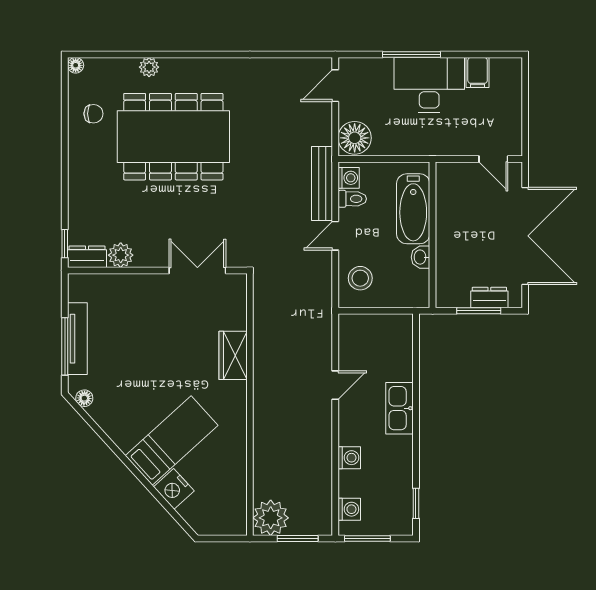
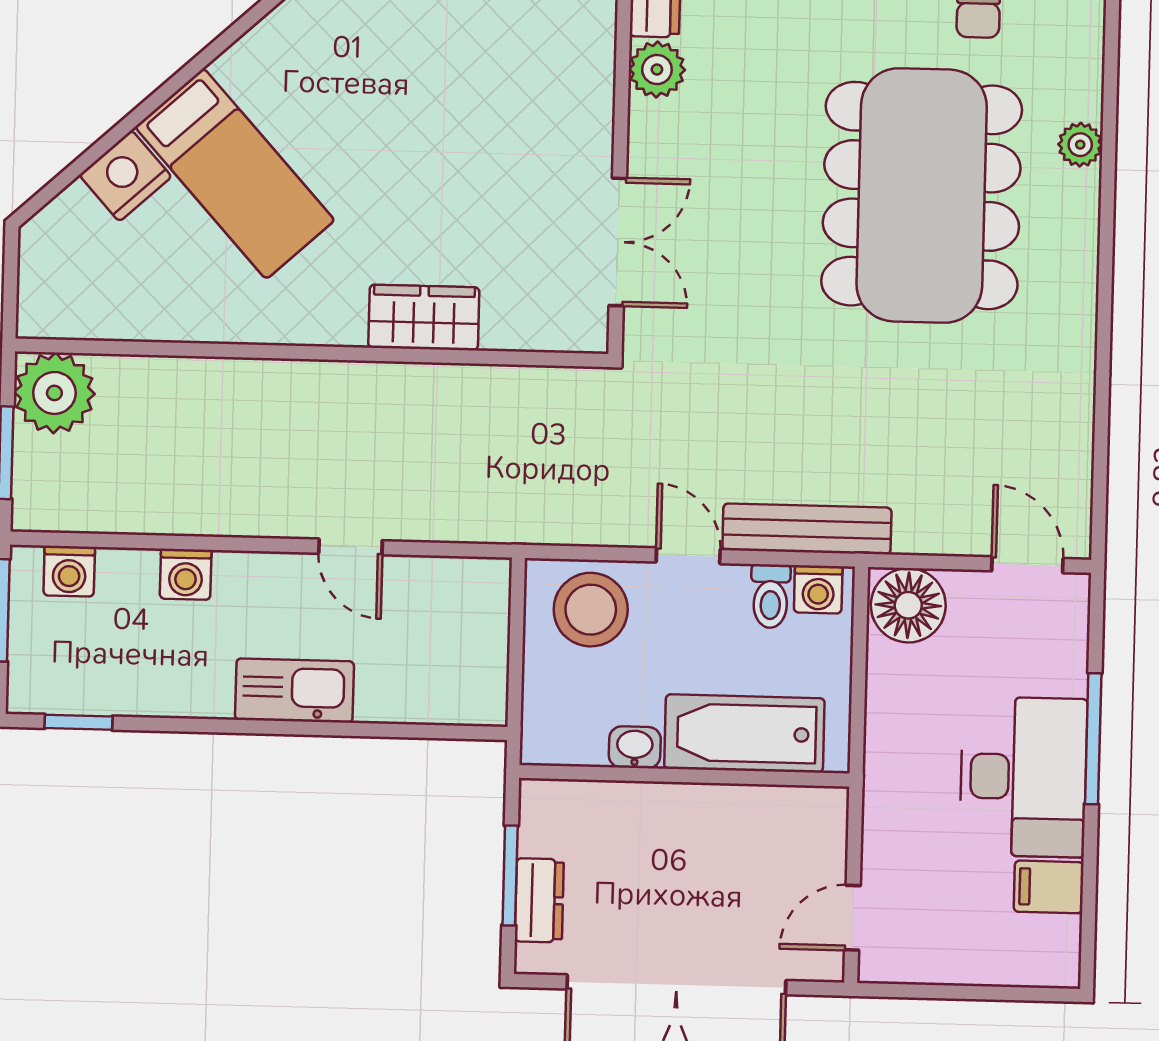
stool: (360, 278) -> (591, 610), width x1.38, depth x1.38

